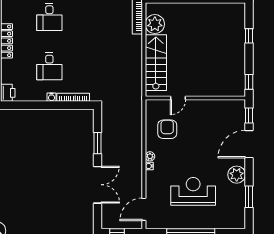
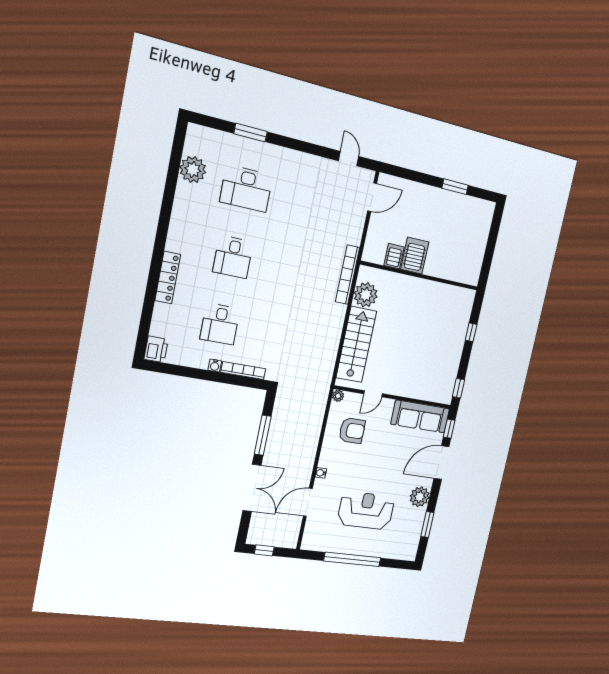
sofa: (222, 110) -> (420, 416), added
armchair: (167, 129) -> (352, 431), turned 90
window: (97, 143) -> (263, 435), width x1.44
plant: (150, 156) -> (338, 396), moved
door: (144, 209) -> (308, 502), moved

